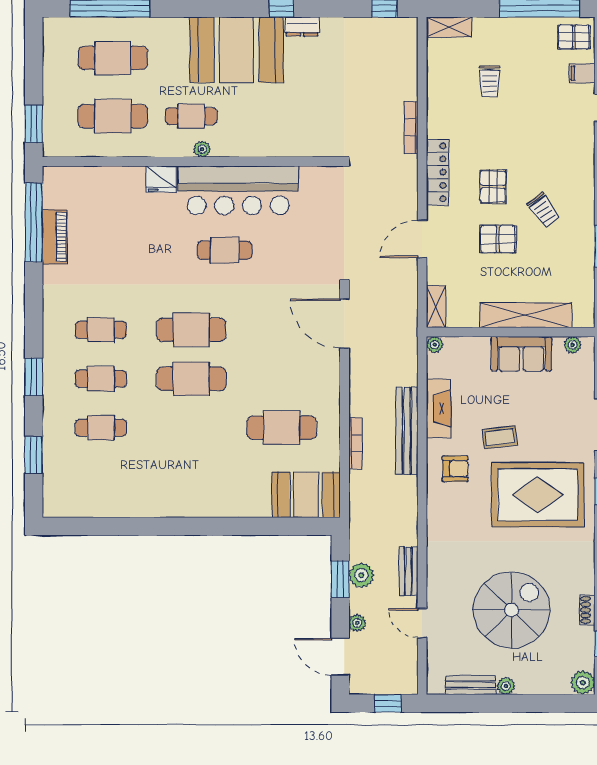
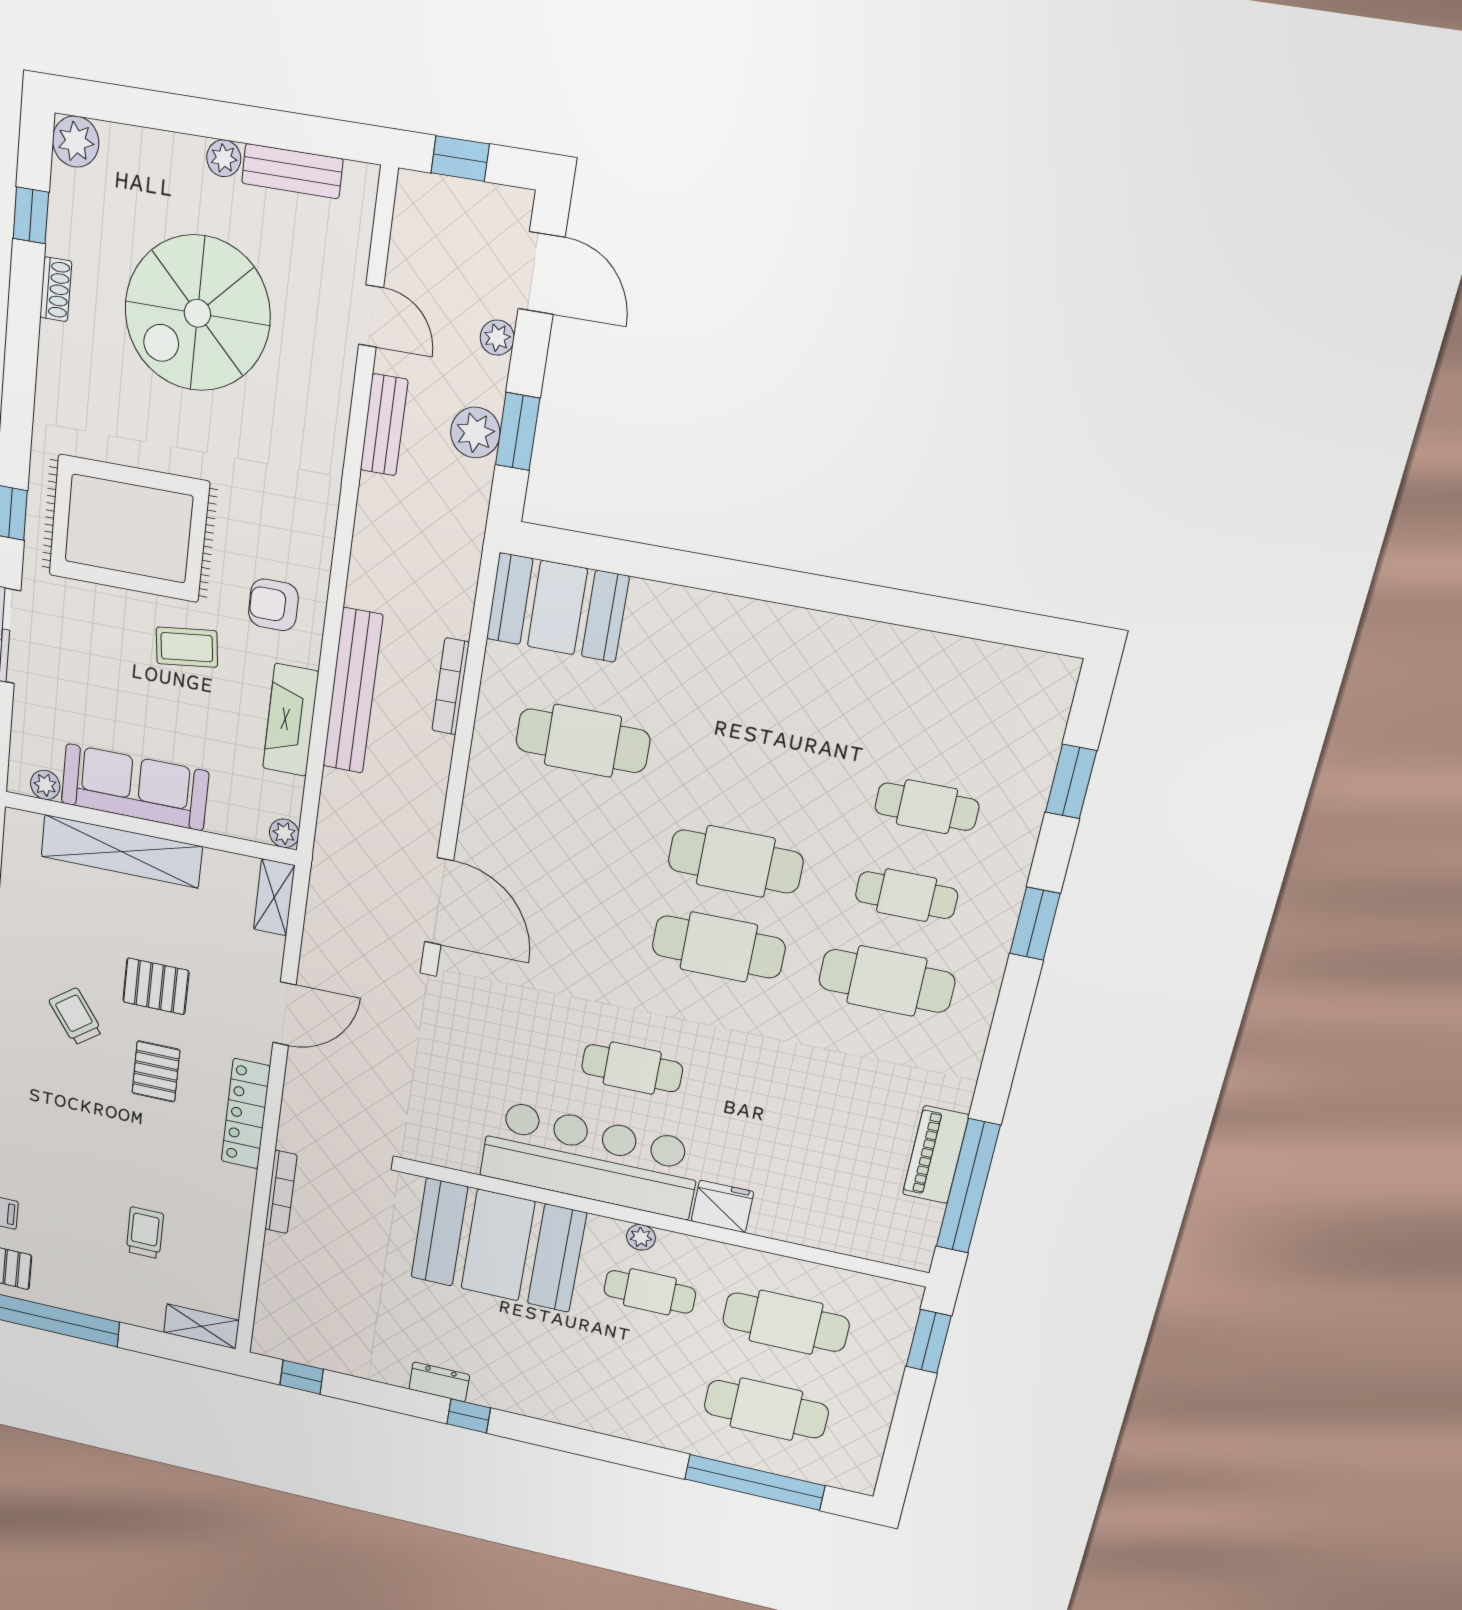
booth: (236, 50) -> (498, 1245), moved
cafe table: (101, 330) -> (887, 981), width x1.37, depth x1.35
sofa: (521, 354) -> (135, 787), width x1.36

